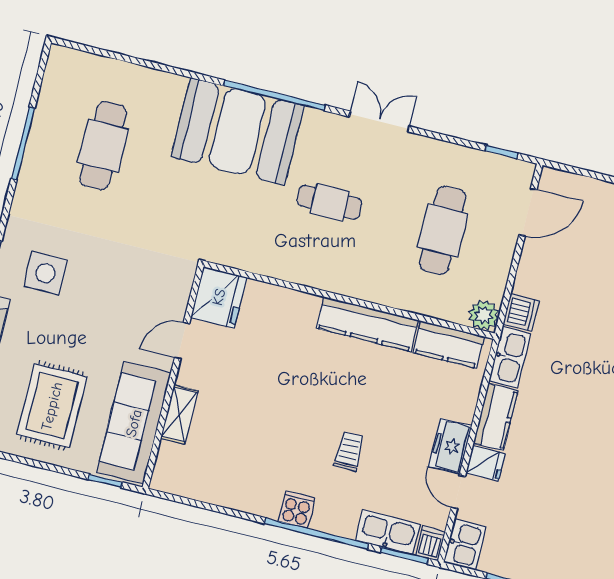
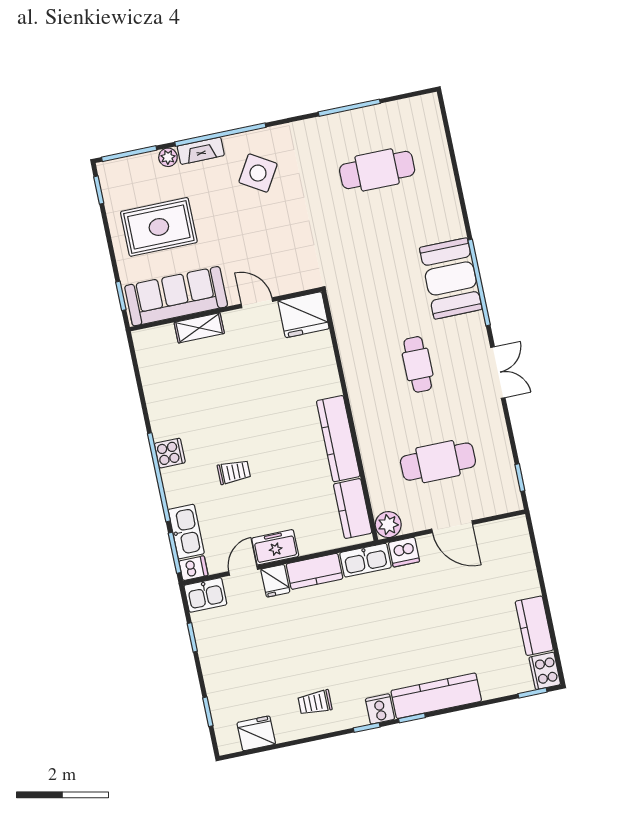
booth: (237, 131) -> (451, 278), width x0.73, depth x0.70
door: (528, 212) -> (452, 527), moved
side table: (46, 273) -> (258, 173), turned 31

